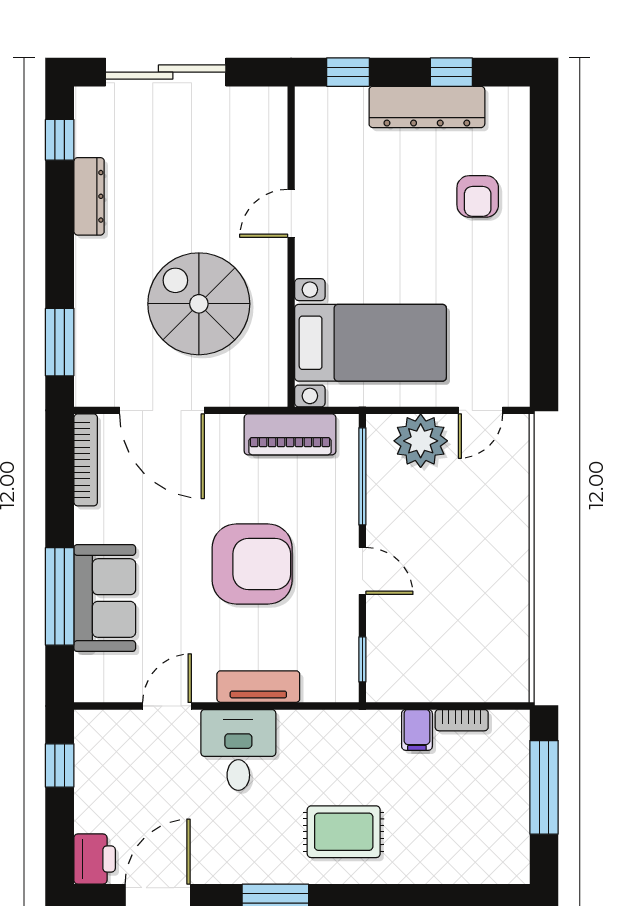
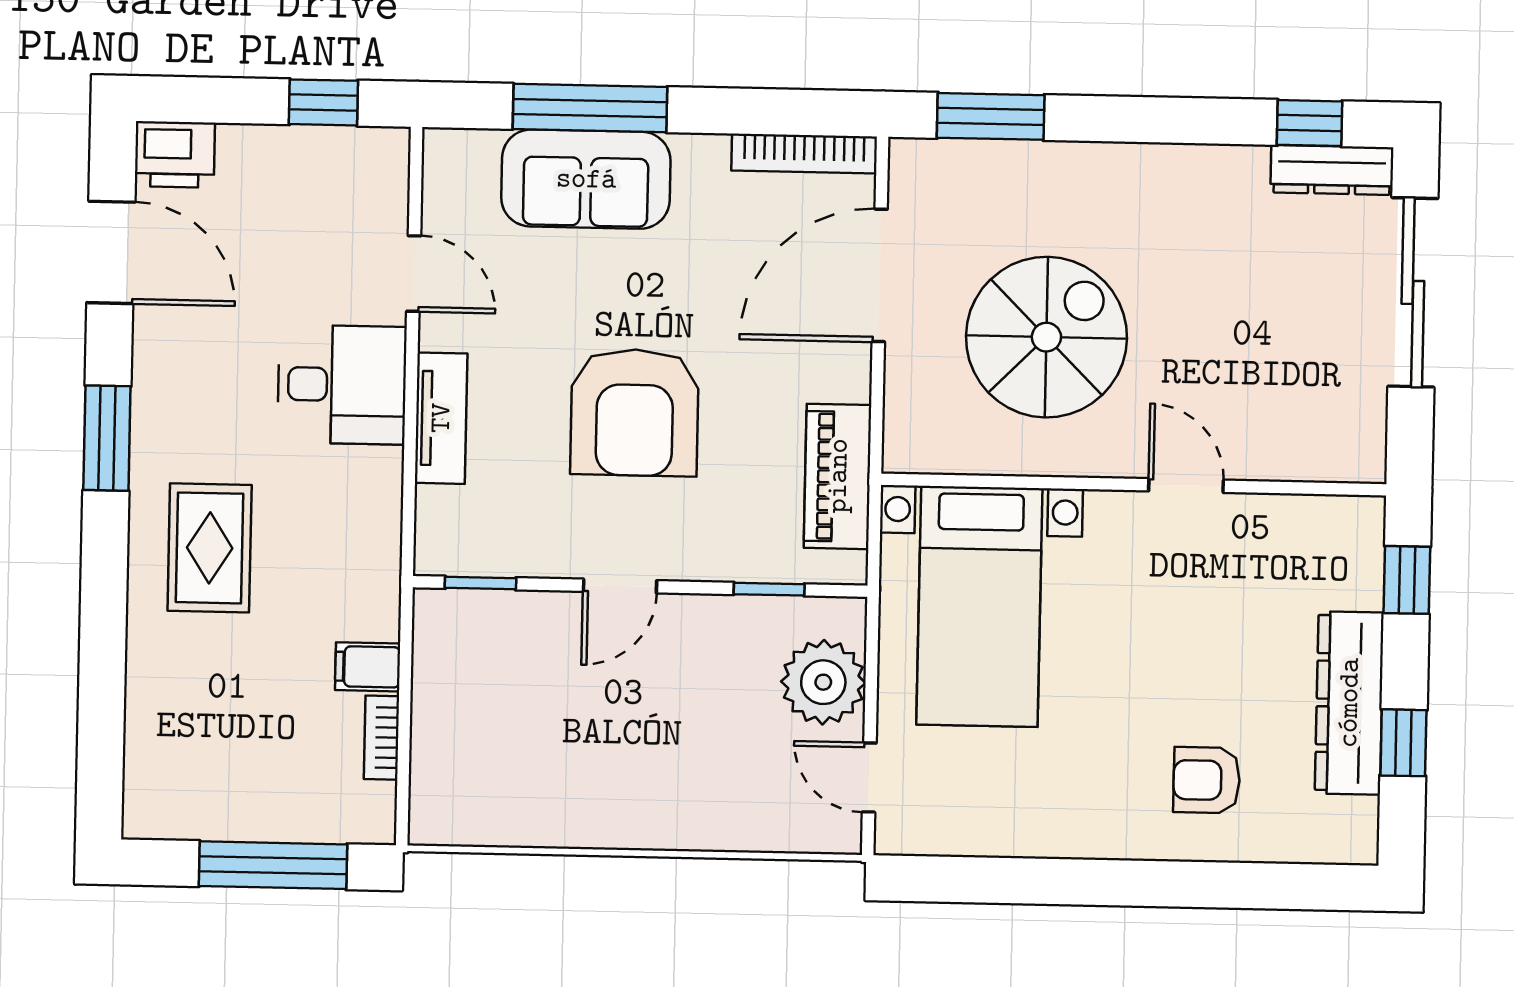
dresser: (89, 196) -> (1332, 170), moved
window: (362, 476) -> (769, 589), width x0.46

